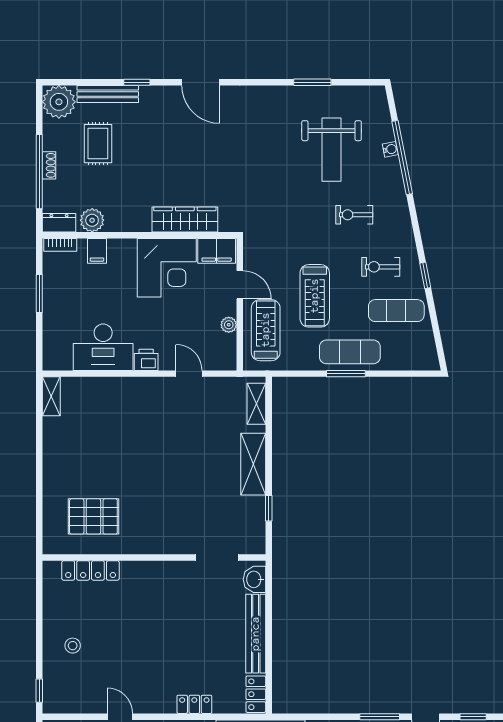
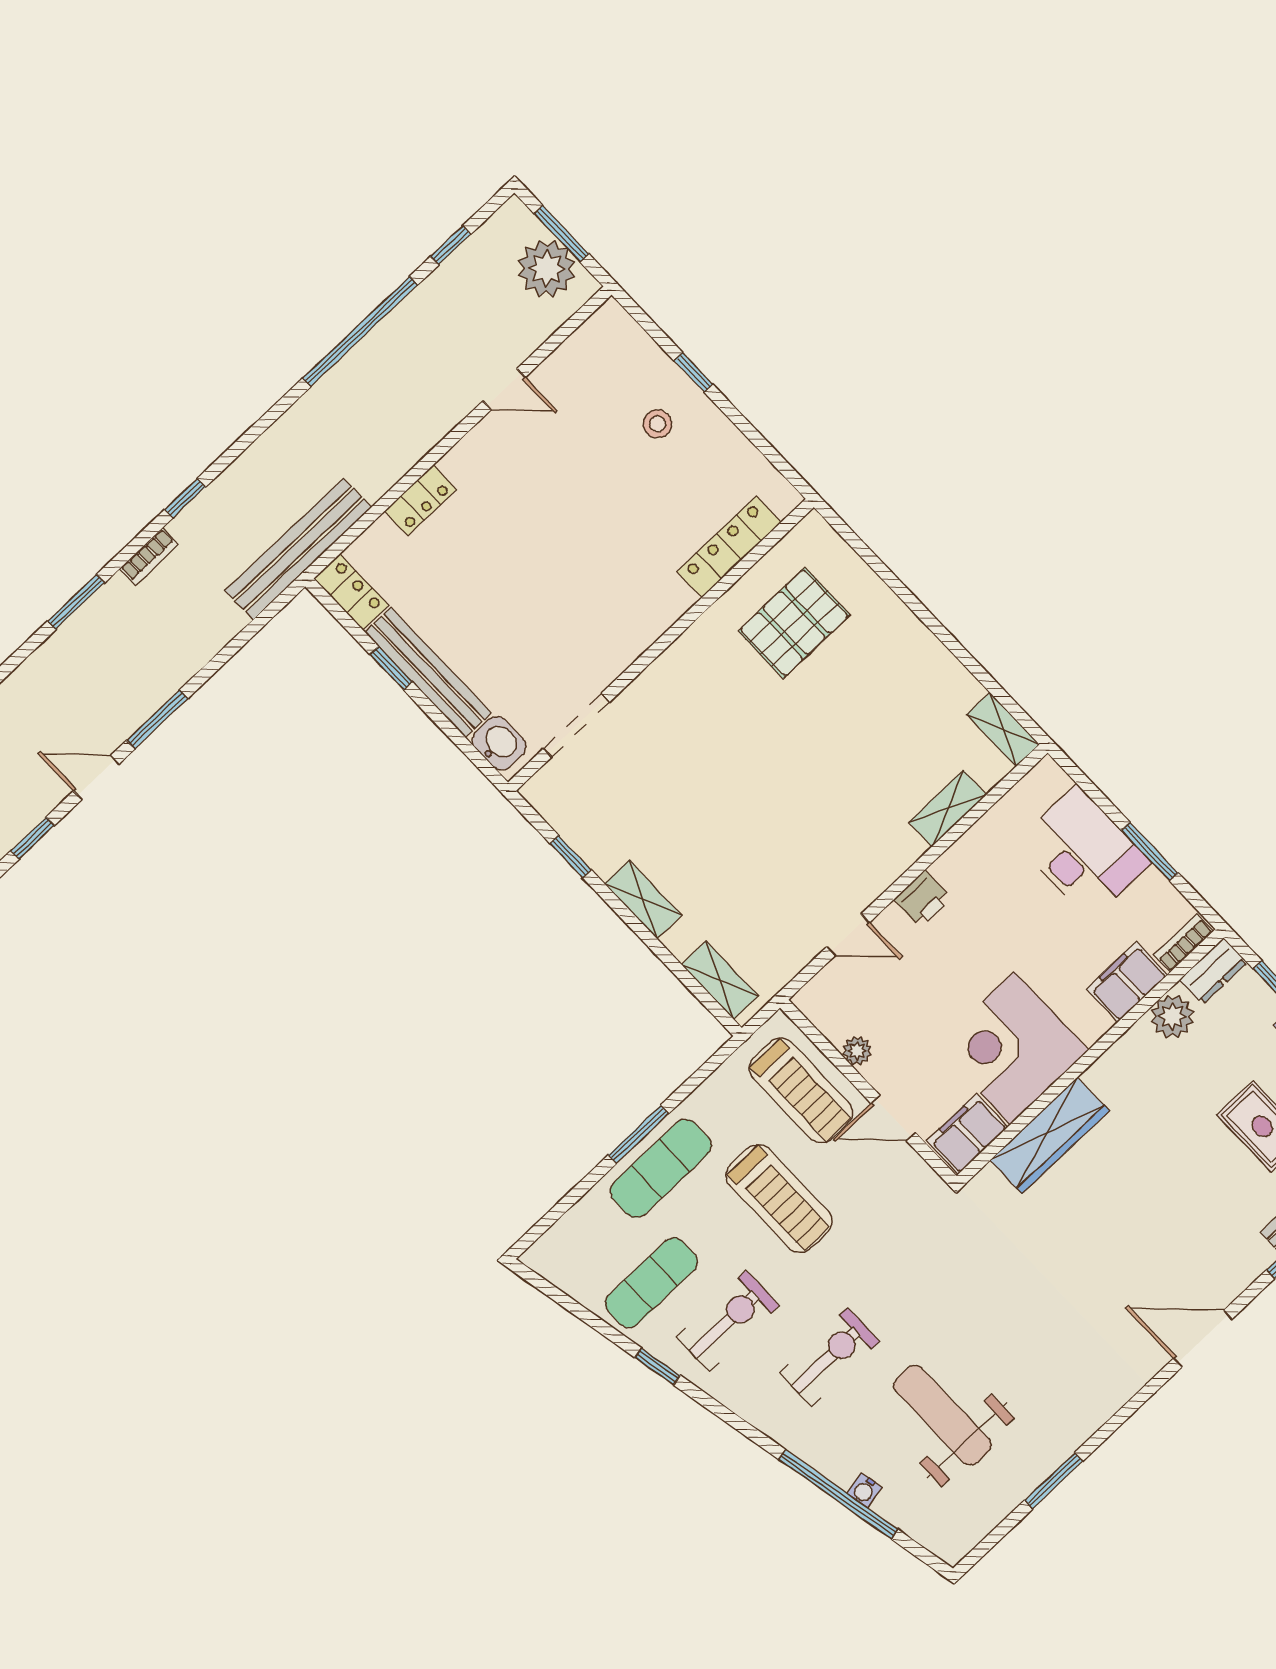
exercise bike: (354, 215) -> (829, 1357), width x1.38, depth x1.39
filing cabinet: (97, 251) -> (1127, 982), width x2.00
exercise bike: (381, 267) -> (728, 1321), width x1.38, depth x1.39
treadmill: (315, 296) -> (779, 1199), turned 180
desk: (103, 347) -> (1083, 853), moved, turned 90
shelving: (103, 386) -> (948, 809), added
shelving: (253, 464) -> (643, 900), width x0.67, depth x0.75
window: (269, 649) -> (391, 668), added
window: (39, 691) -> (693, 372), moved

